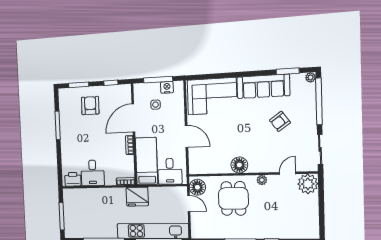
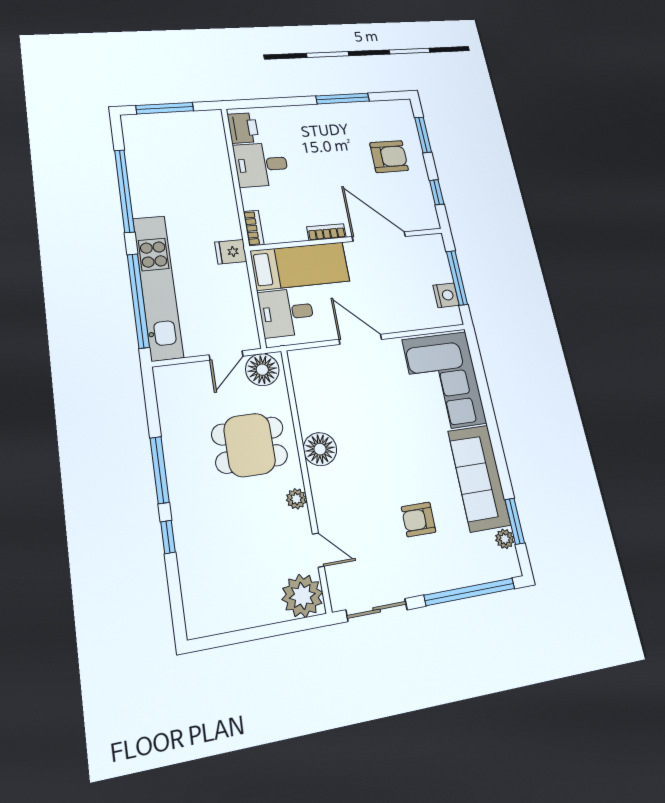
plant: (310, 77) -> (505, 539), moved
side table: (156, 105) -> (411, 276), removed
armchair: (280, 121) -> (419, 519), turned -54
door: (186, 136) -> (360, 339), swing flipped
fridge: (137, 197) -> (231, 252), width x0.53, depth x0.75

